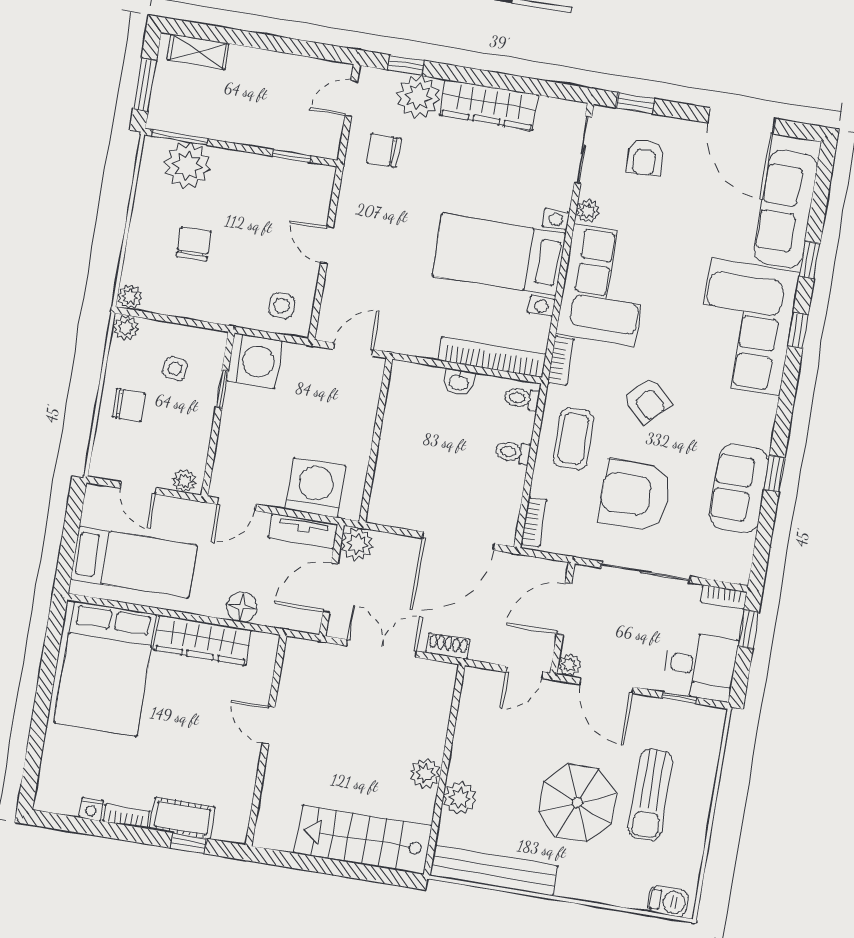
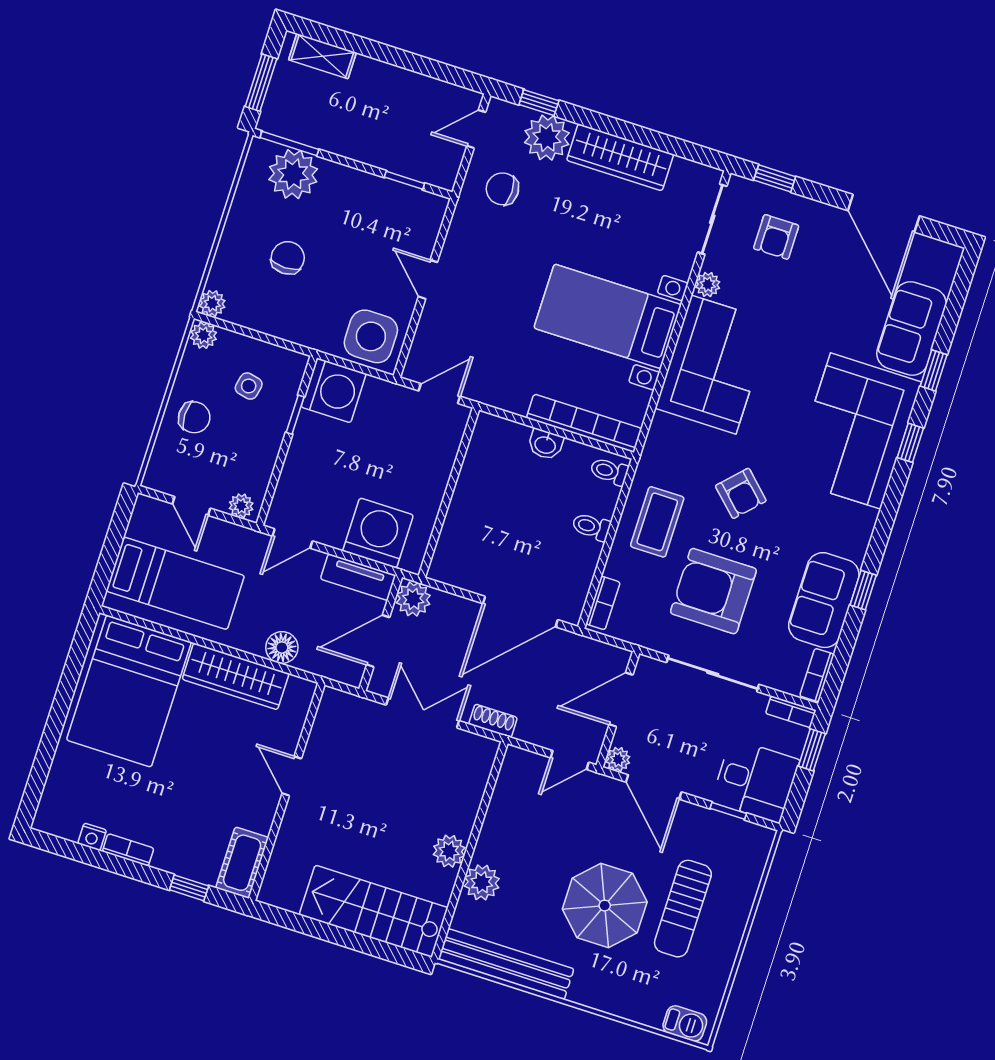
sofa: (786, 209) -> (911, 328), width x0.73
side table: (282, 306) -> (371, 336), width x1.87, depth x1.87
bookcase: (561, 361) -> (817, 675), moved, turned 180
cot: (182, 818) -> (242, 863), moved, turned 90

